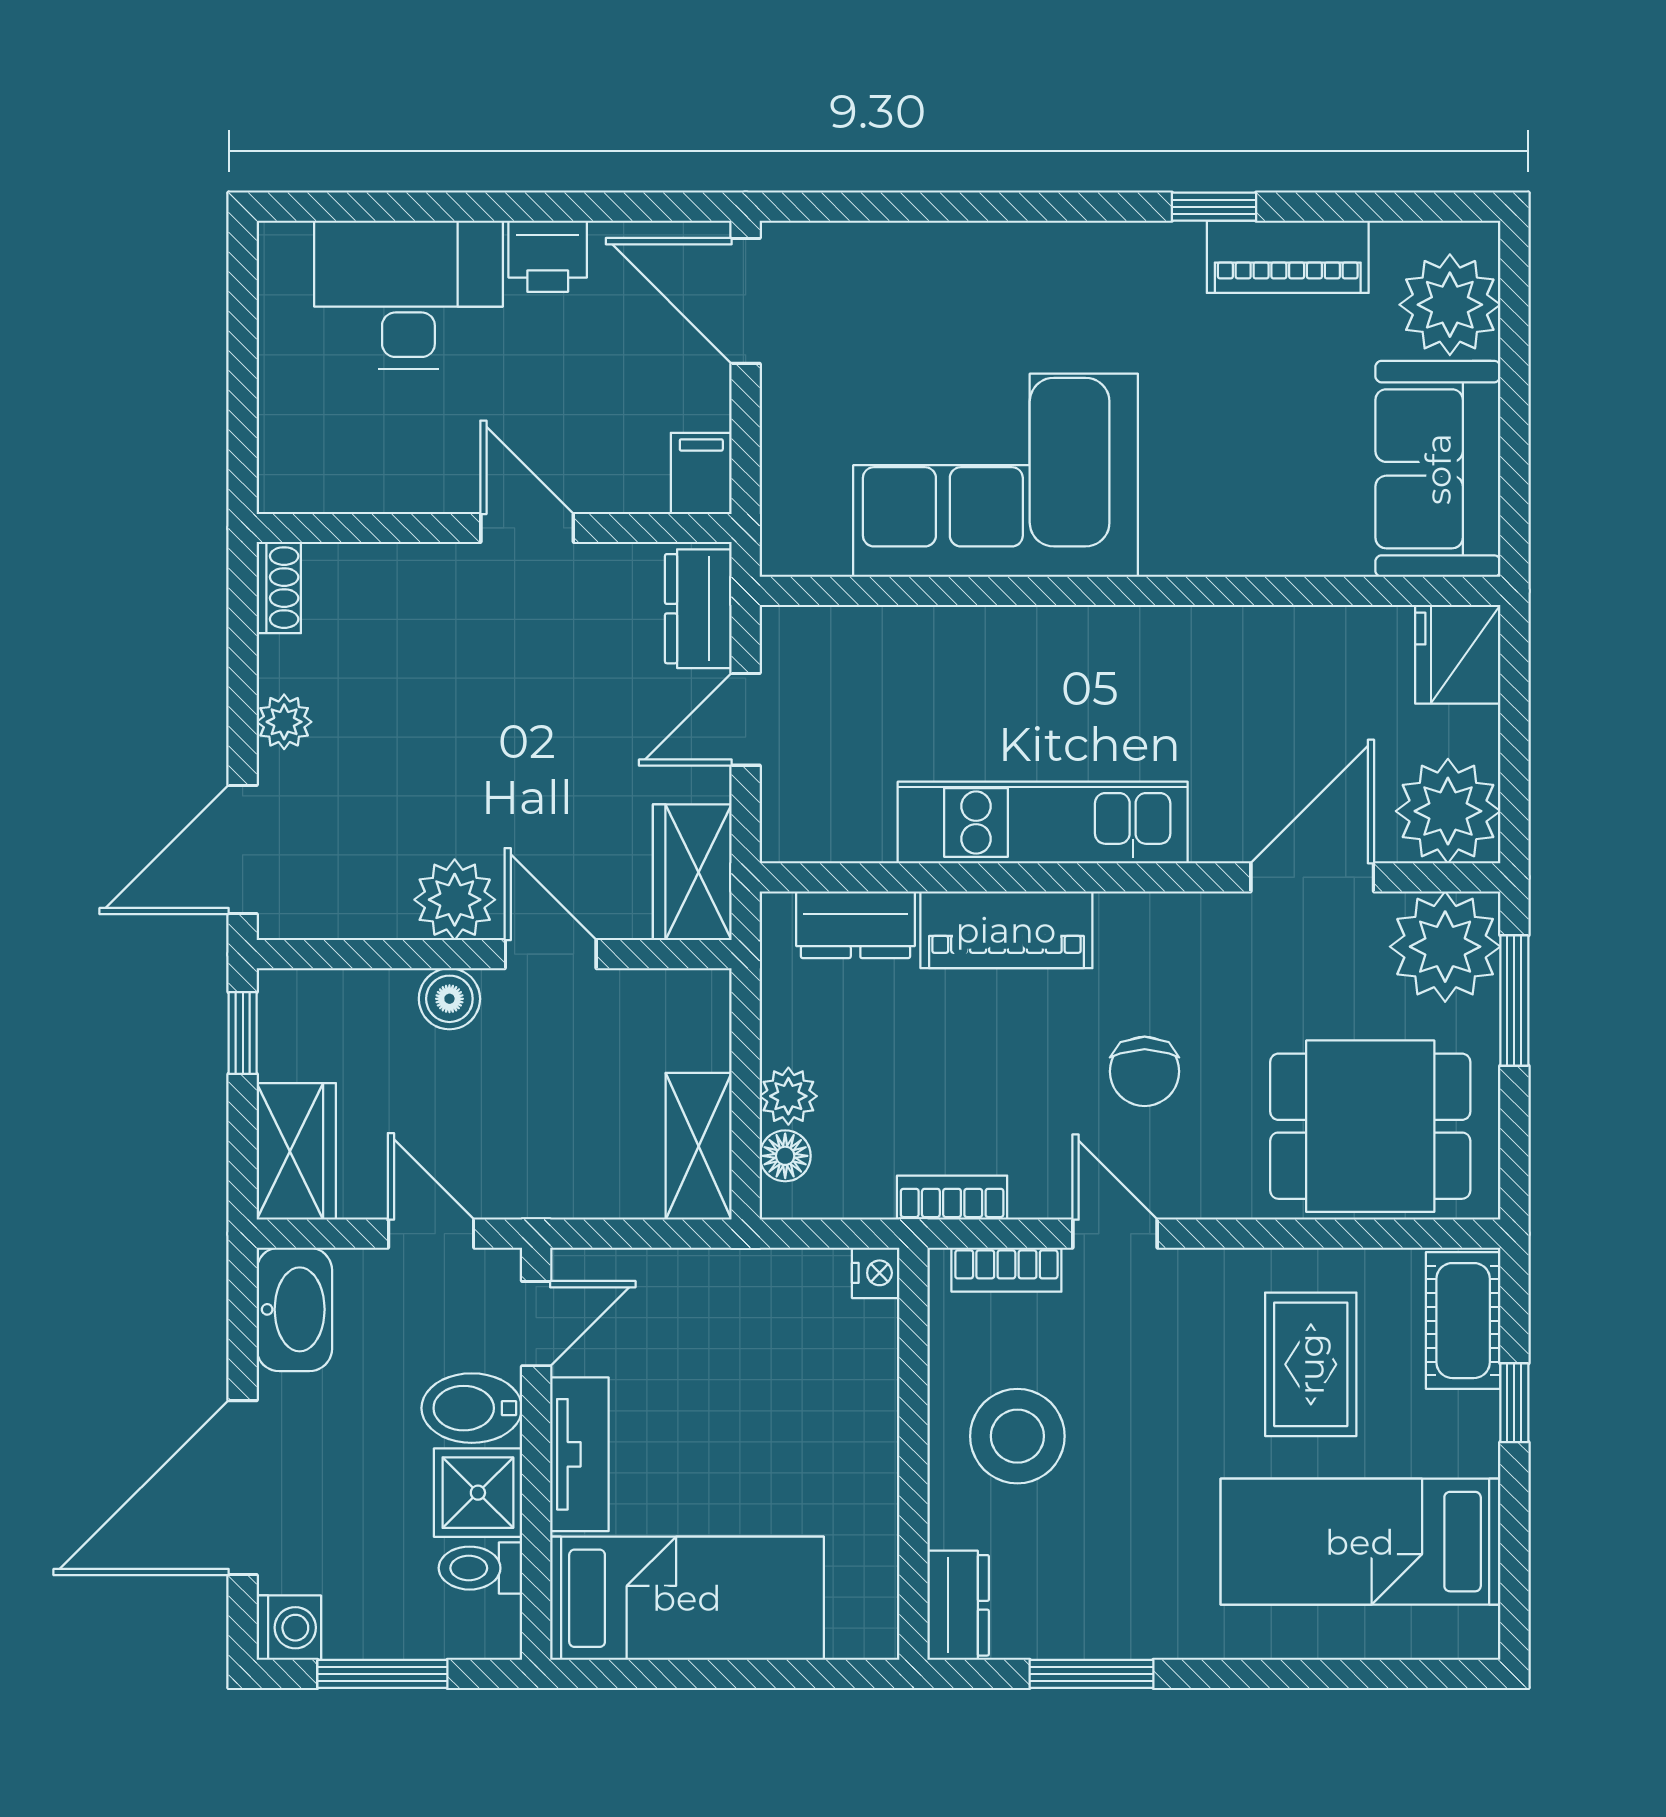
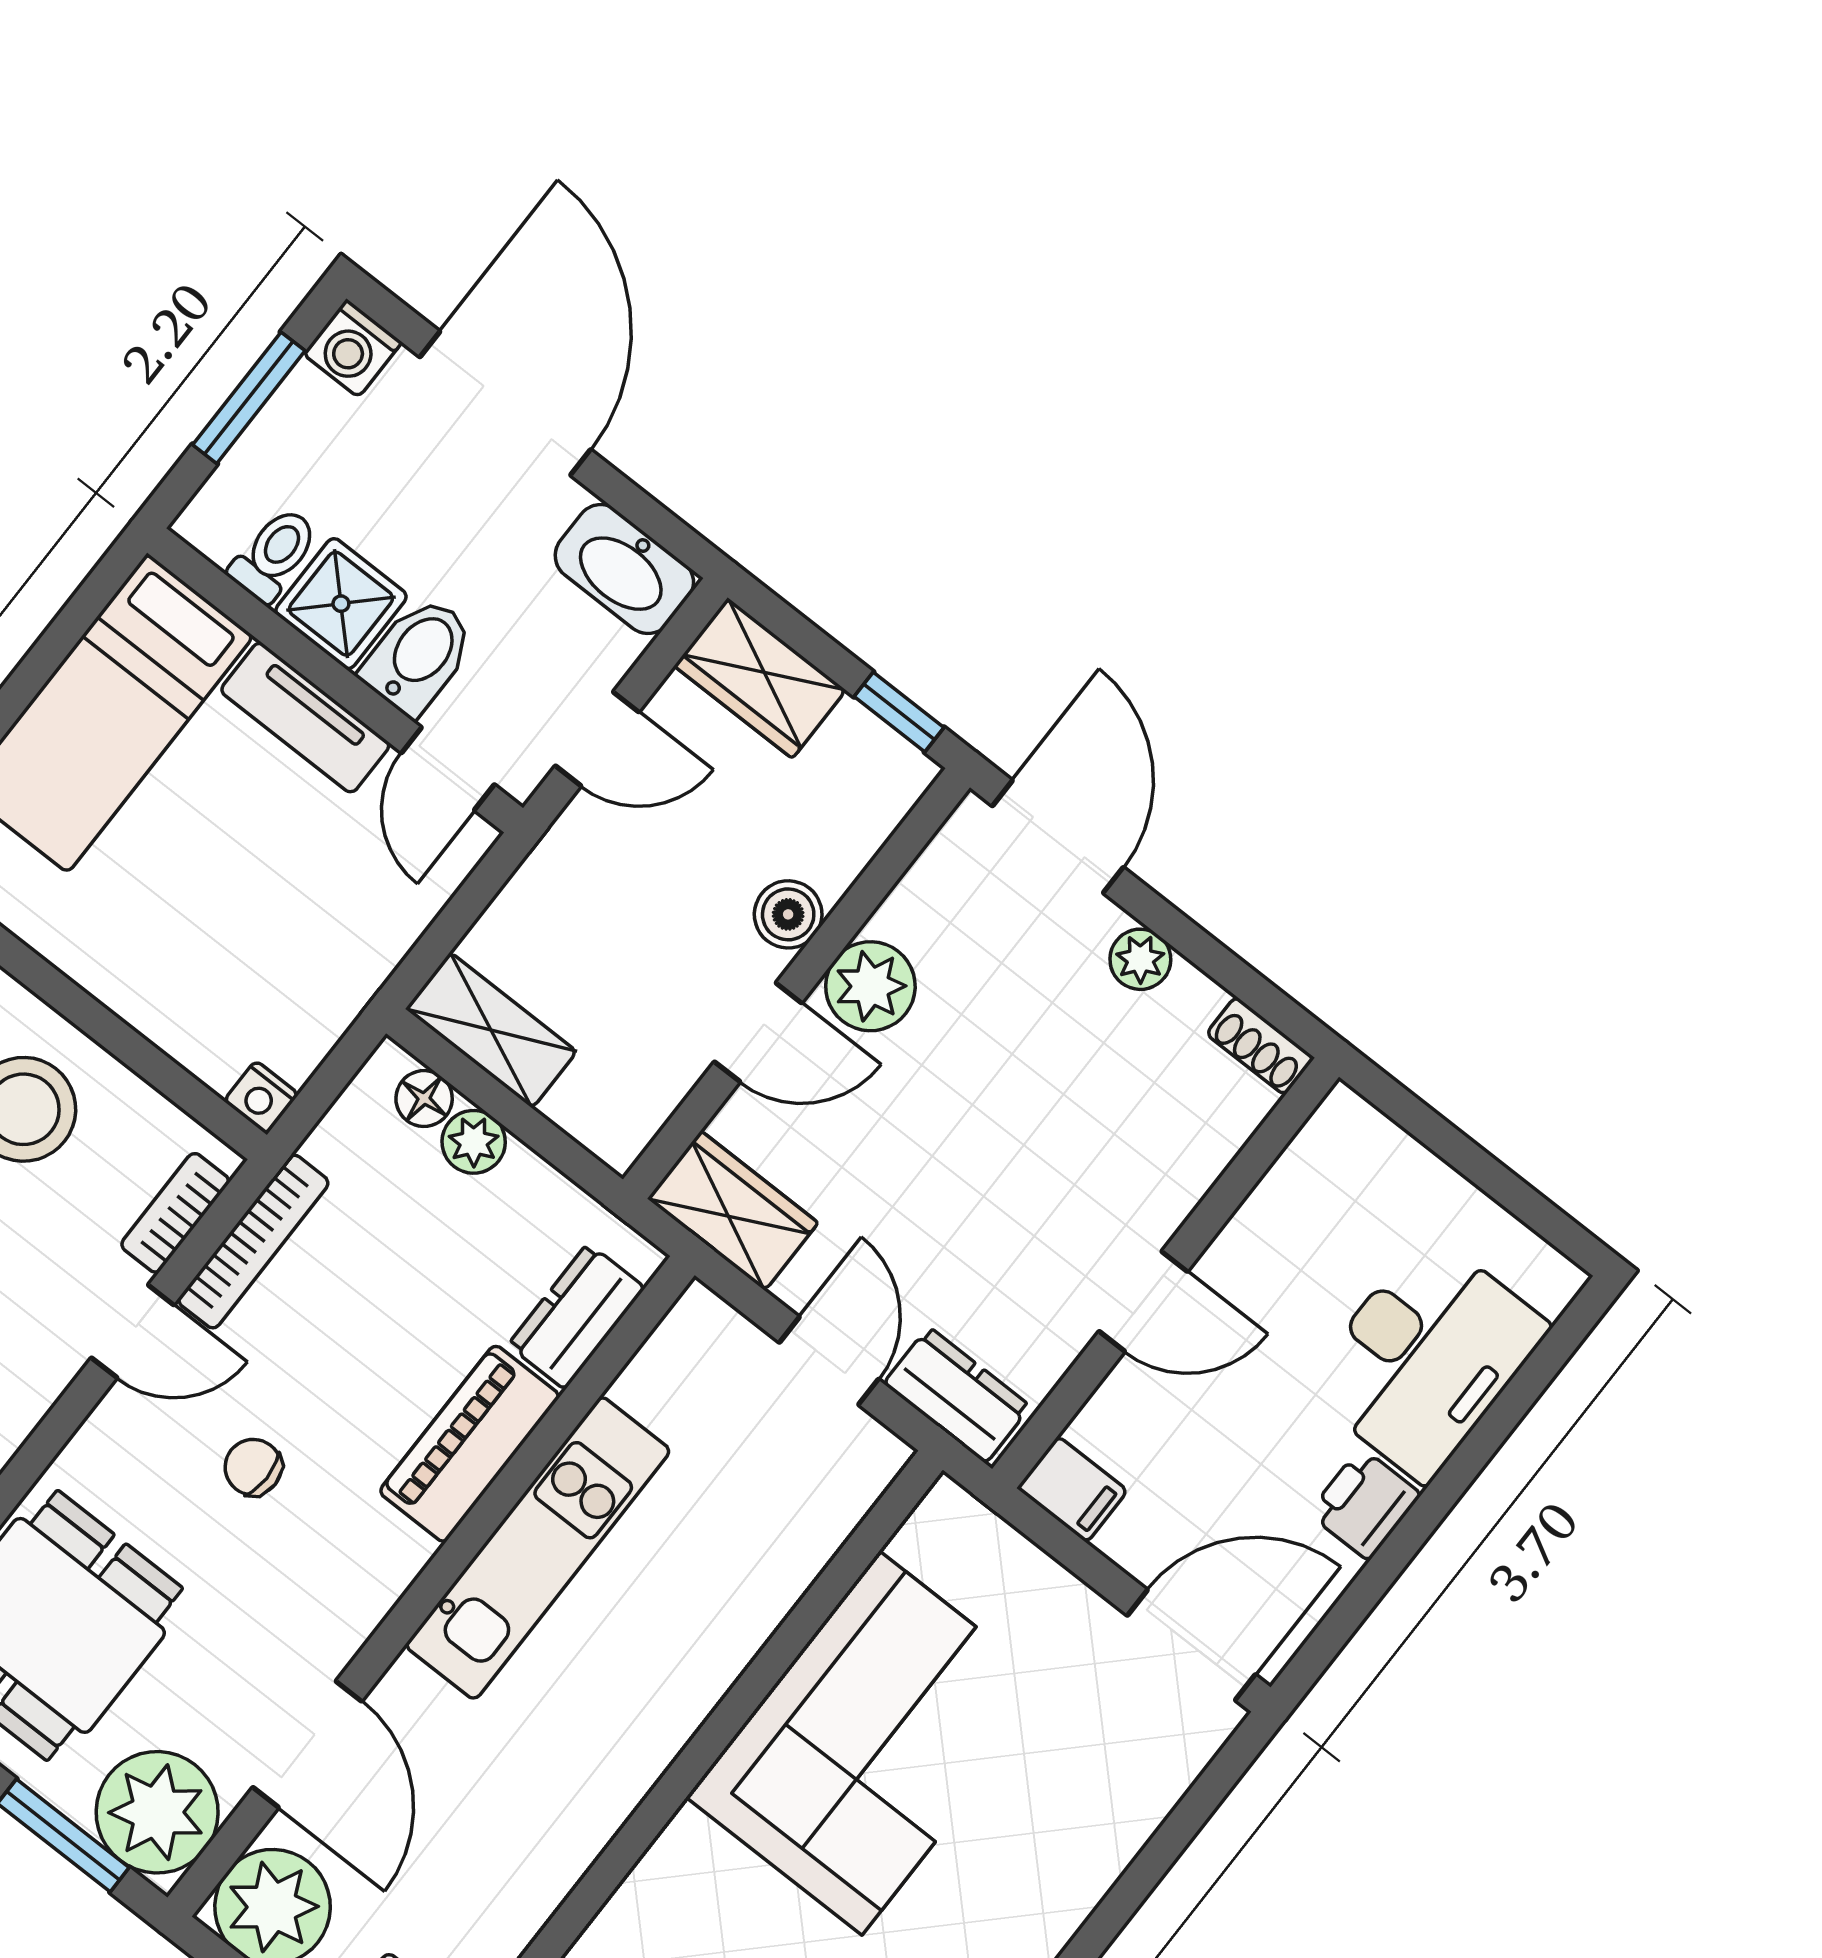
chair: (1145, 1071) -> (253, 1467), width x0.73, depth x0.73
bookcase: (952, 1198) -> (253, 1242), width x1.56

